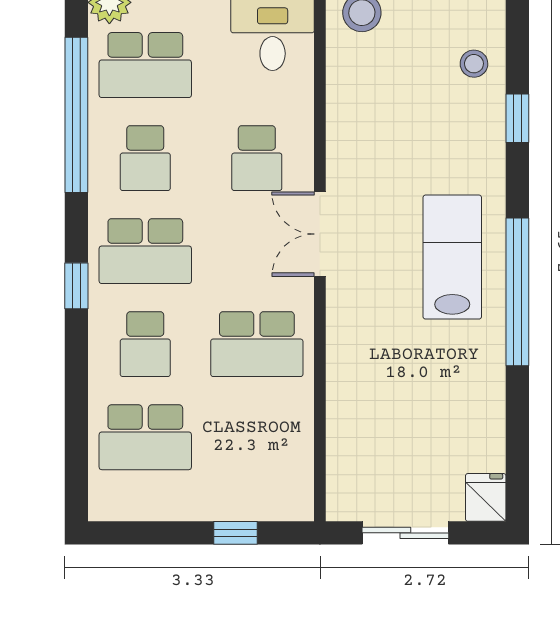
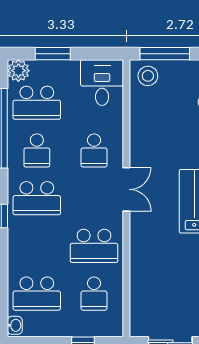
double door: (320, 234) -> (126, 189), swing flipped
school desk: (145, 344) -> (94, 294), moved
washbasin: (102, 499) -> (15, 325), added

